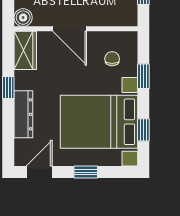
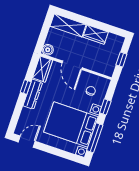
dresser: (23, 114) -> (33, 94), moved
window: (143, 130) -> (95, 138), width x2.17
window: (86, 172) -> (54, 151), removed

